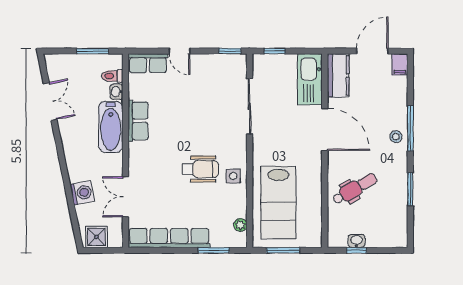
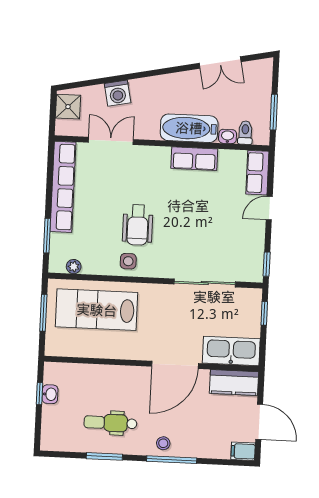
dental chair: (355, 189) -> (110, 423), moved, turned 120

